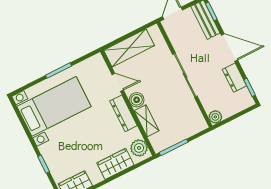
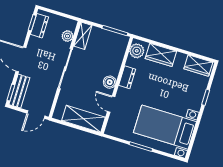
dresser: (234, 78) -> (39, 26), moved
dresser: (124, 113) -> (127, 77), width x0.70
plant: (215, 117) -> (67, 36), moved
shelving: (147, 121) -> (83, 36), moved

